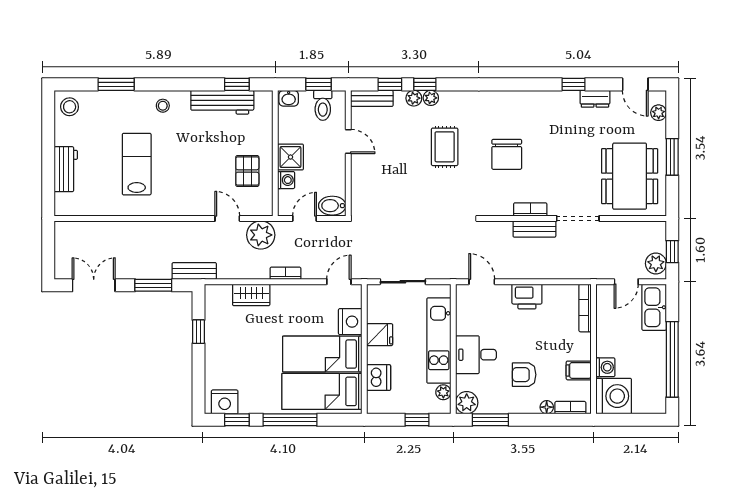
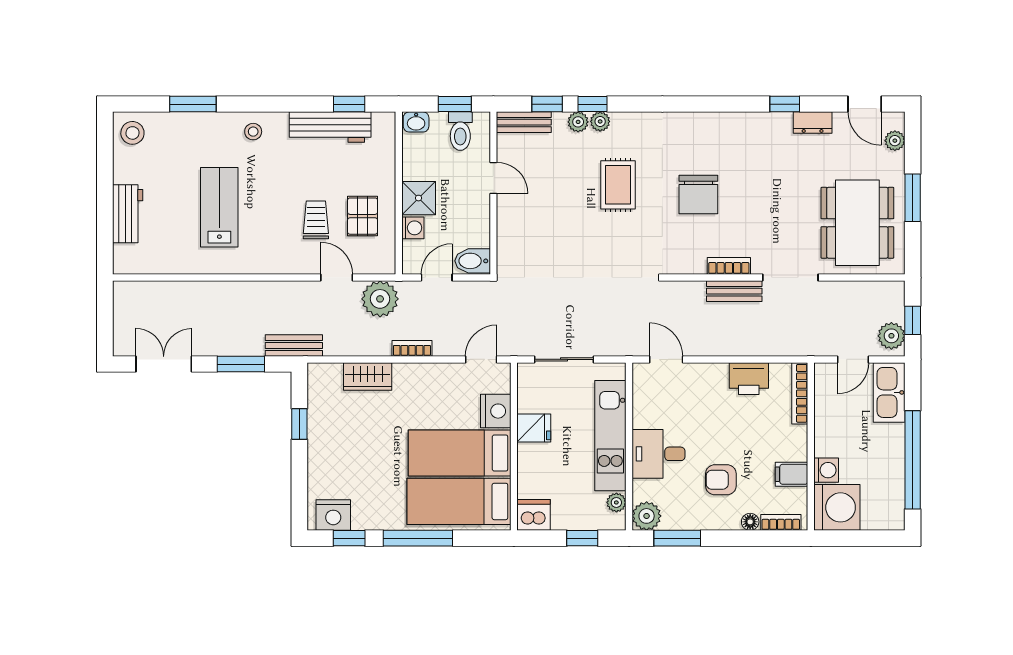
trolley: (211, 174) -> (316, 220), added
printer: (527, 297) -> (749, 379), moved
dishwasher: (379, 378) -> (534, 515), moved, turned -90

